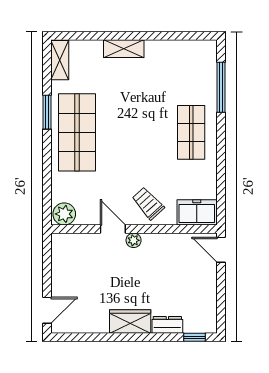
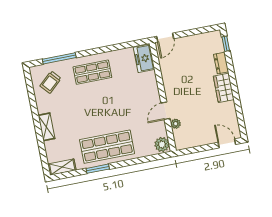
trolley: (148, 203) -> (51, 82), moved
plant: (134, 240) -> (176, 124), moved

